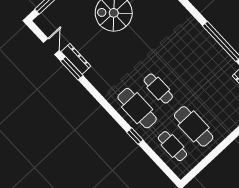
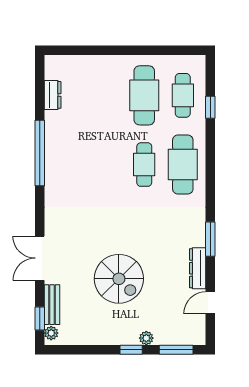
window: (72, 68) -> (210, 239), moved
window: (135, 136) -> (210, 107), moved

